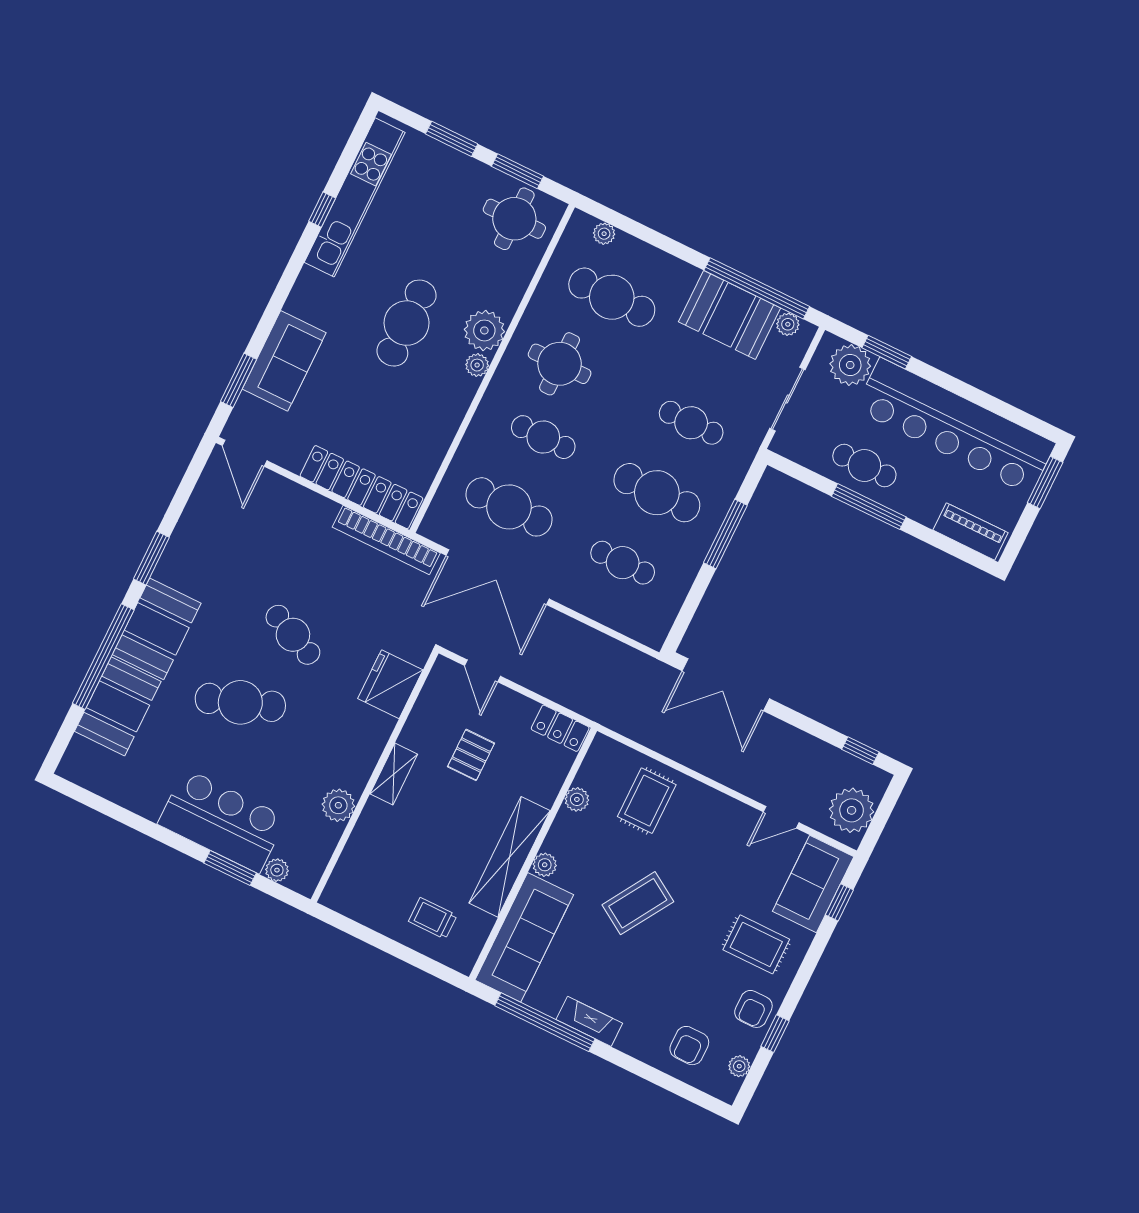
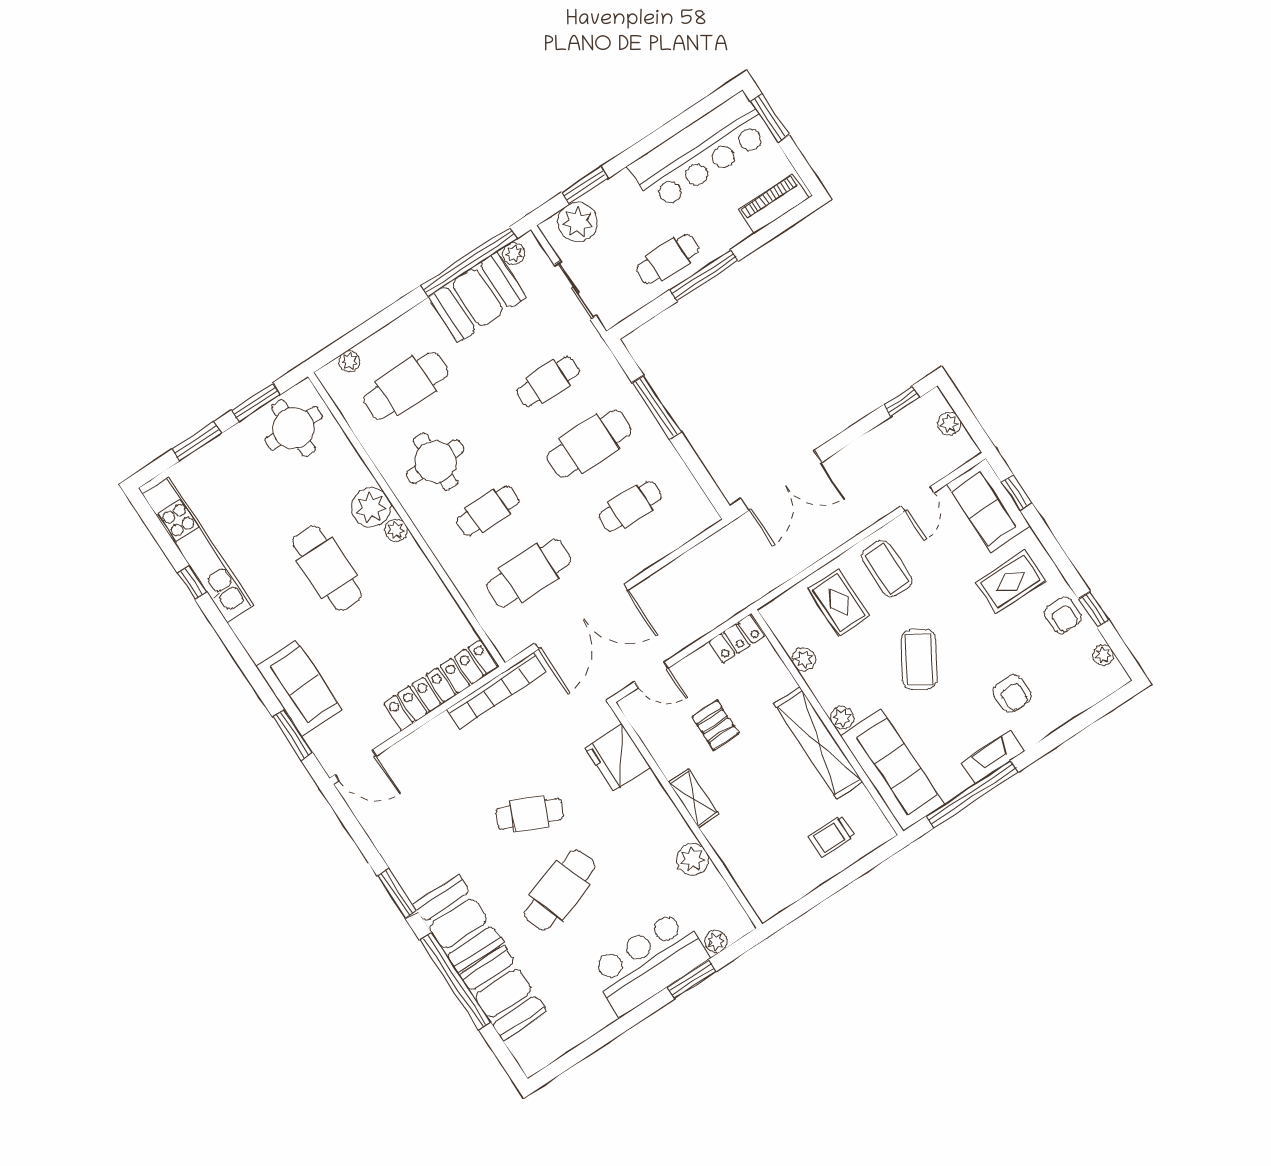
bar counter: (955, 426) -> (700, 151), width x0.73
plant: (852, 810) -> (949, 424), width x0.53, depth x0.53
coffee table: (702, 826) -> (887, 569), added
armchair: (689, 1046) -> (1012, 694), moved

